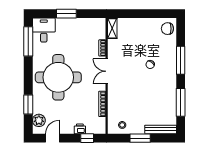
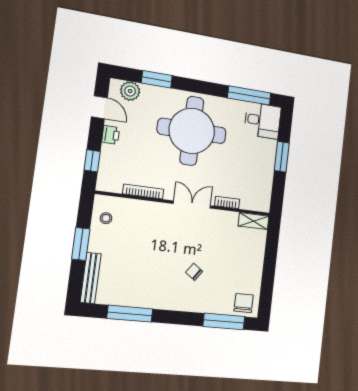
window: (181, 60) -> (224, 322), moved
printer: (80, 129) -> (111, 135), moved

